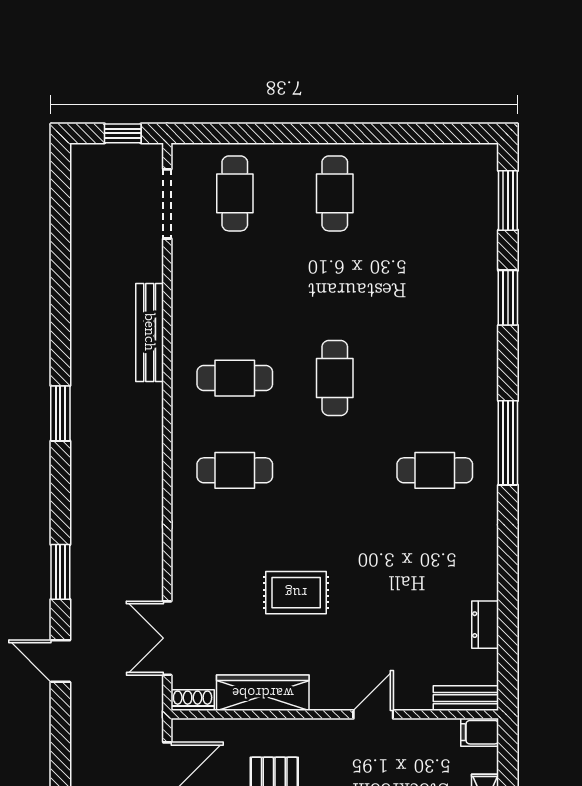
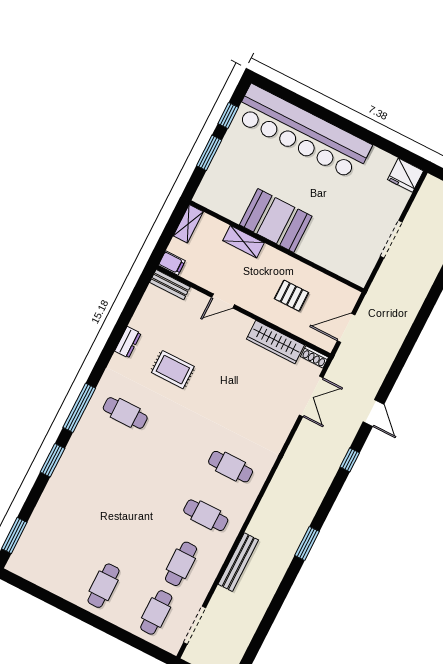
window: (508, 298) -> (53, 460), moved
cafe table: (335, 378) -> (181, 564), moved
window: (60, 572) -> (350, 460), width x0.67
rug: (296, 593) -> (173, 370), moved
dresser: (485, 625) -> (128, 342), moved

